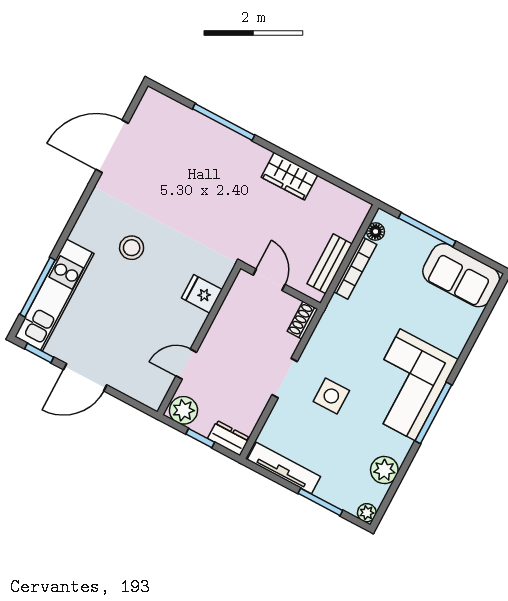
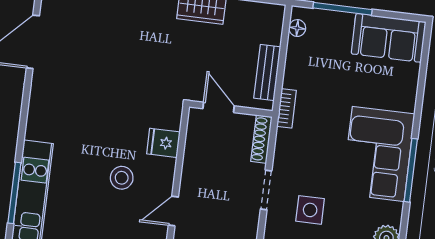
stool: (132, 248) -> (122, 178), moved
bookcase: (355, 268) -> (287, 108), moved, width x0.64
shoe rack: (303, 320) -> (261, 139), width x1.43
side table: (331, 396) -> (310, 210), moved

